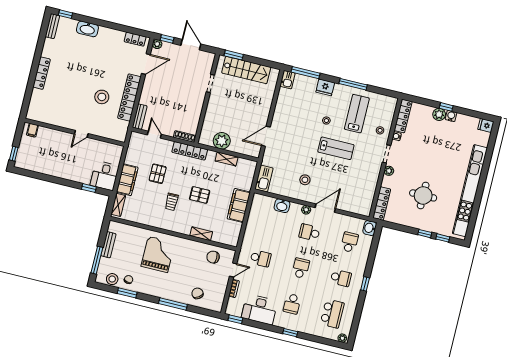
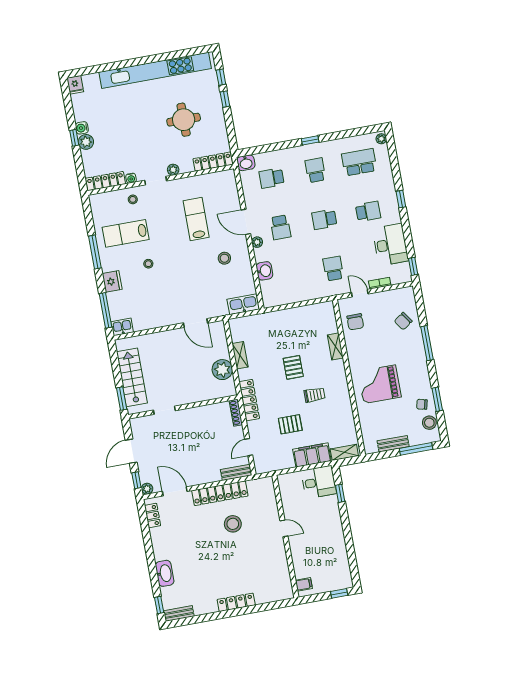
lab bench: (336, 148) -> (196, 219), moved
filing cabinet: (239, 205) -> (285, 319), removed

